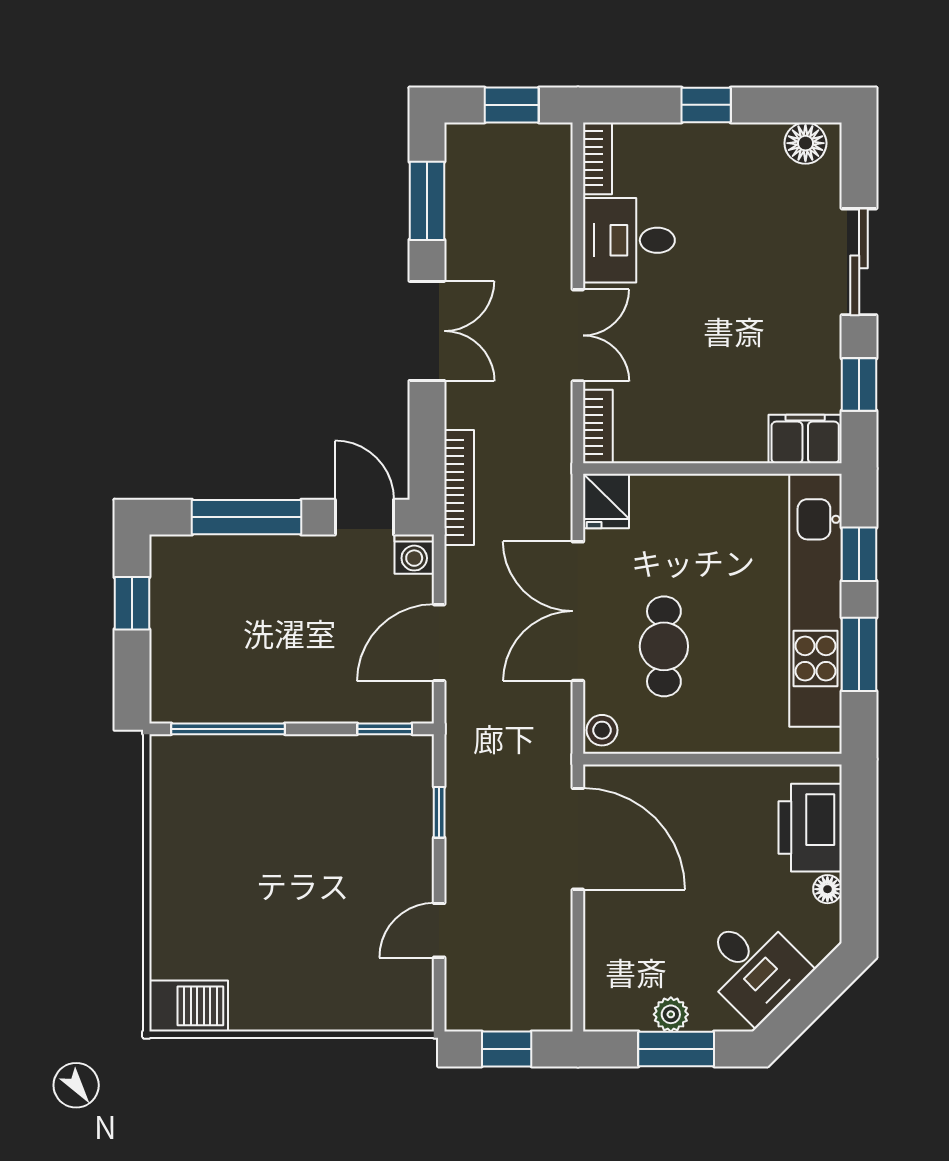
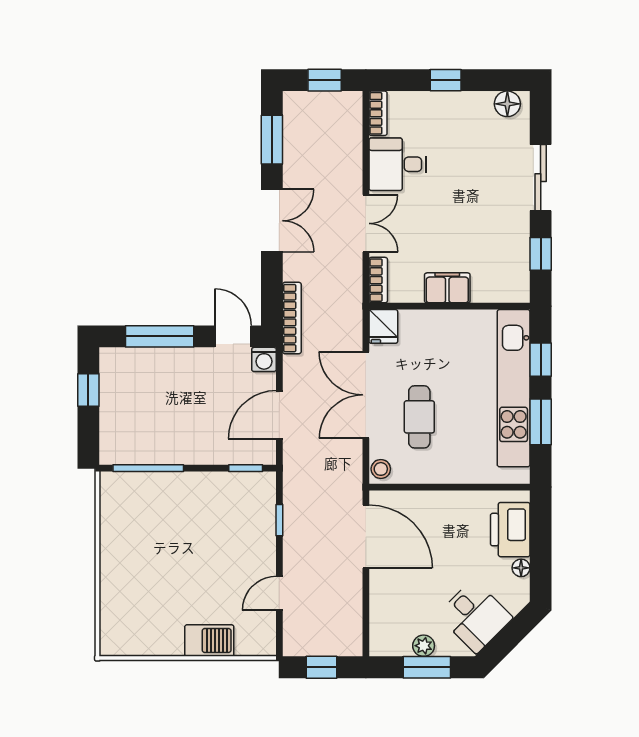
filing cabinet: (805, 439) -> (447, 288), moved
barbecue: (189, 1006) -> (209, 641), moved

